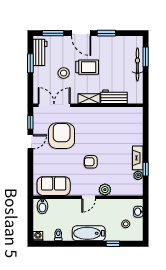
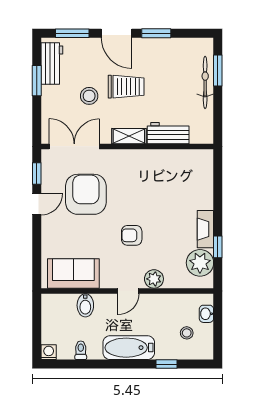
plant: (138, 175) -> (200, 263), width x1.87, depth x1.87
bidet: (42, 206) -> (85, 305), moved

